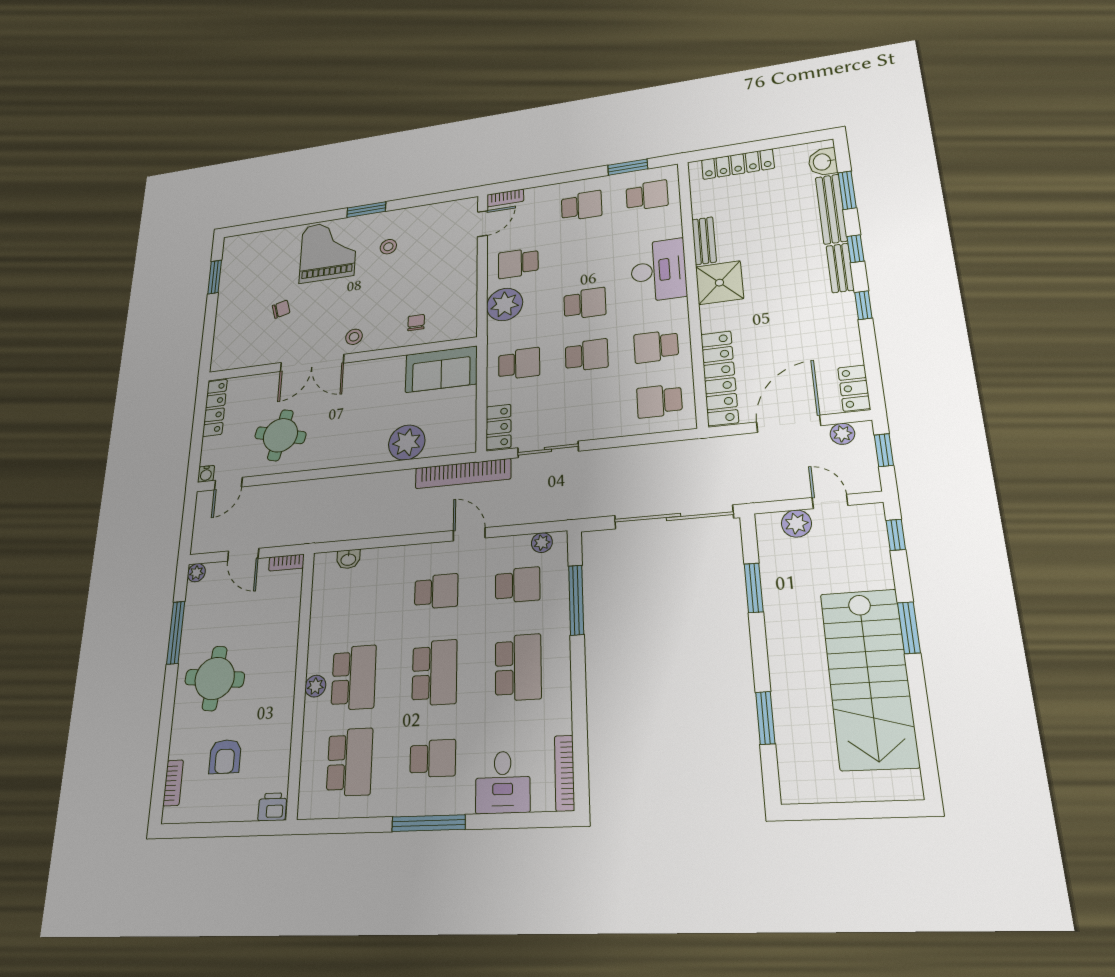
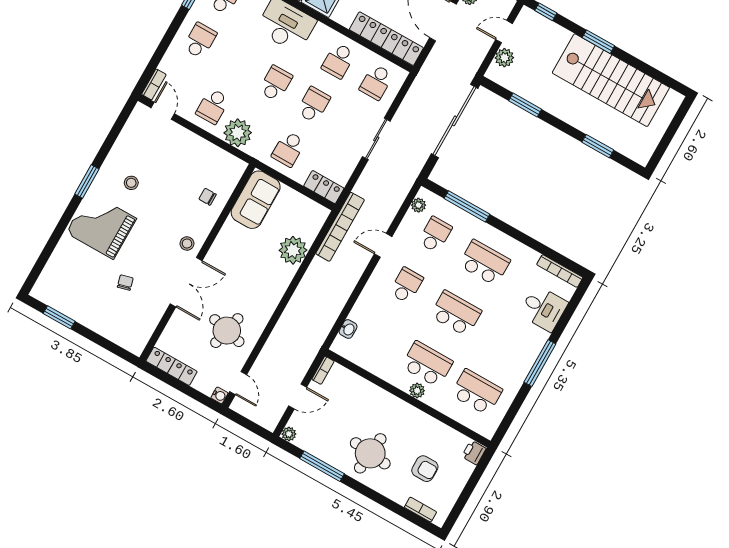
school desk: (519, 364) -> (288, 149), turned 180
sliding door: (548, 449) -> (376, 139), moved
school desk: (433, 758) -> (505, 341), removed

